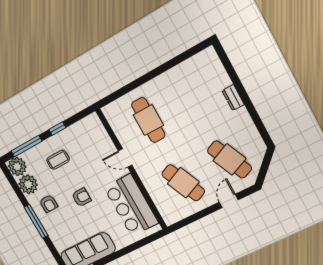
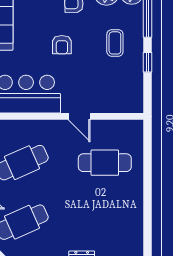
door: (125, 158) -> (79, 116), swing flipped

